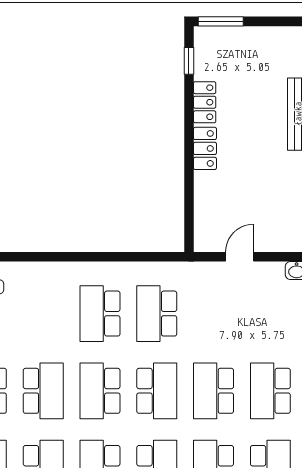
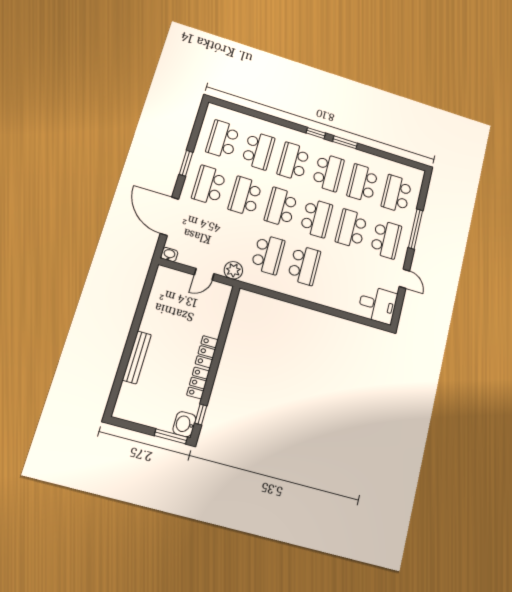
washbasin: (207, 42) -> (184, 424), added
plant: (200, 275) -> (233, 270), added
school desk: (214, 391) -> (245, 196), turned 180
school desk: (270, 391) -> (209, 185), turned 180

